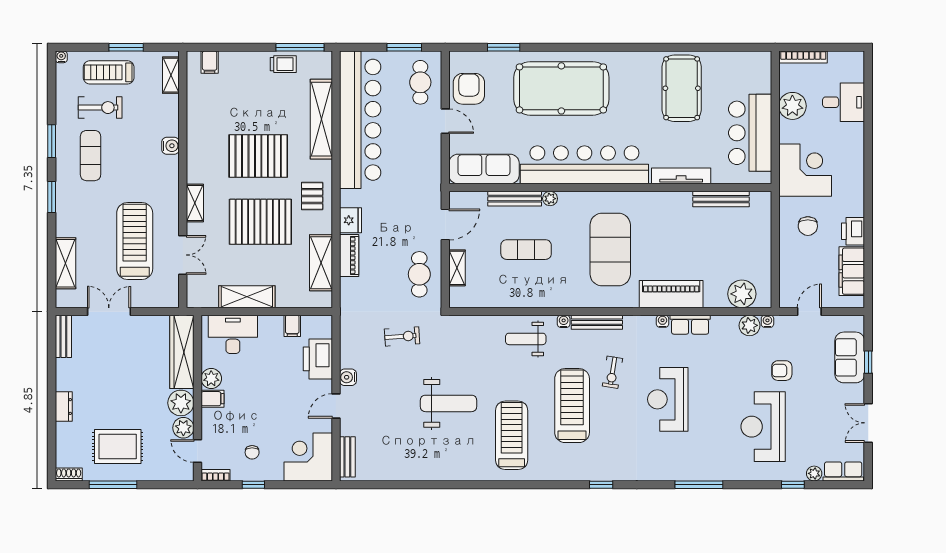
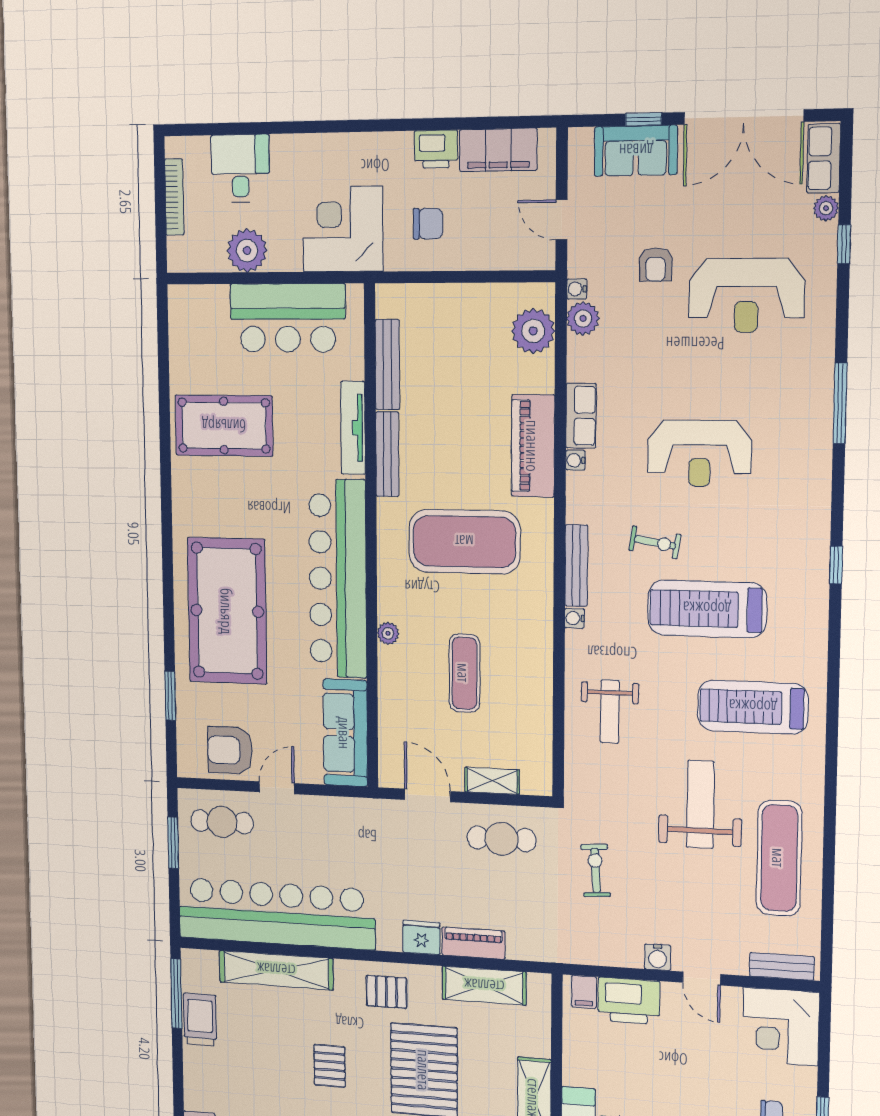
bookcase: (803, 57) -> (174, 197), moved
trolley: (283, 64) -> (200, 1020), width x1.36, depth x1.39
pallet: (258, 156) -> (330, 1066), width x0.49, depth x0.50
bench: (515, 199) -> (387, 454), moved
filing cabinet: (292, 326) -> (584, 992), moved, turned 90
weight bench: (526, 339) -> (610, 712), moved
double door: (868, 423) -> (744, 117), width x1.87
exercise mat: (417, 454) -> (779, 858), added

